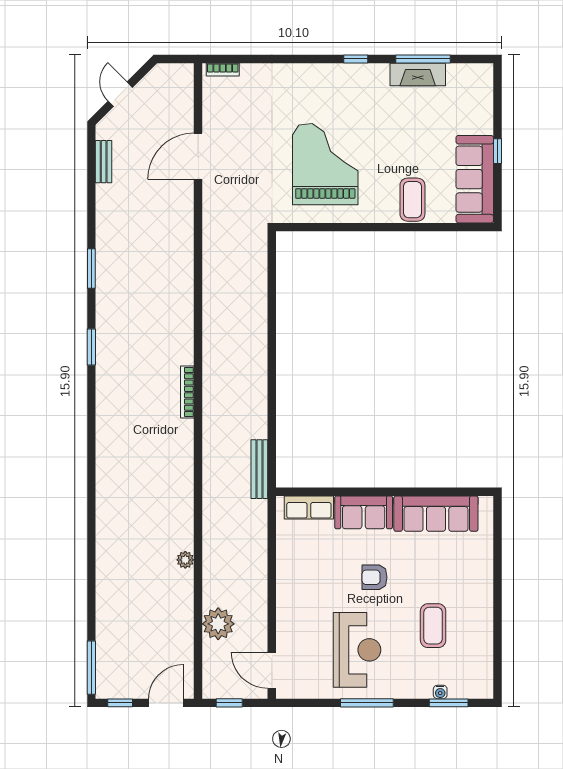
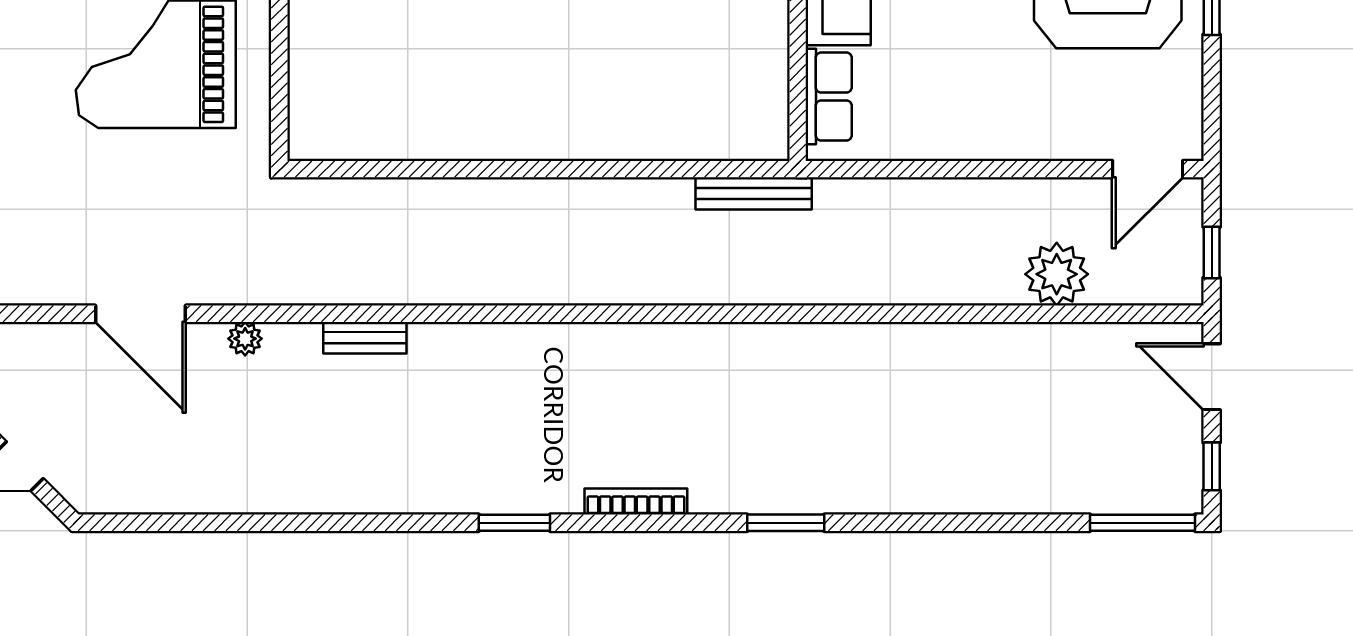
bench: (104, 162) -> (365, 338), moved
window: (91, 269) -> (786, 523), moved
bookcase: (187, 392) -> (636, 502), moved, turned 180
plant: (185, 560) -> (245, 339), moved

